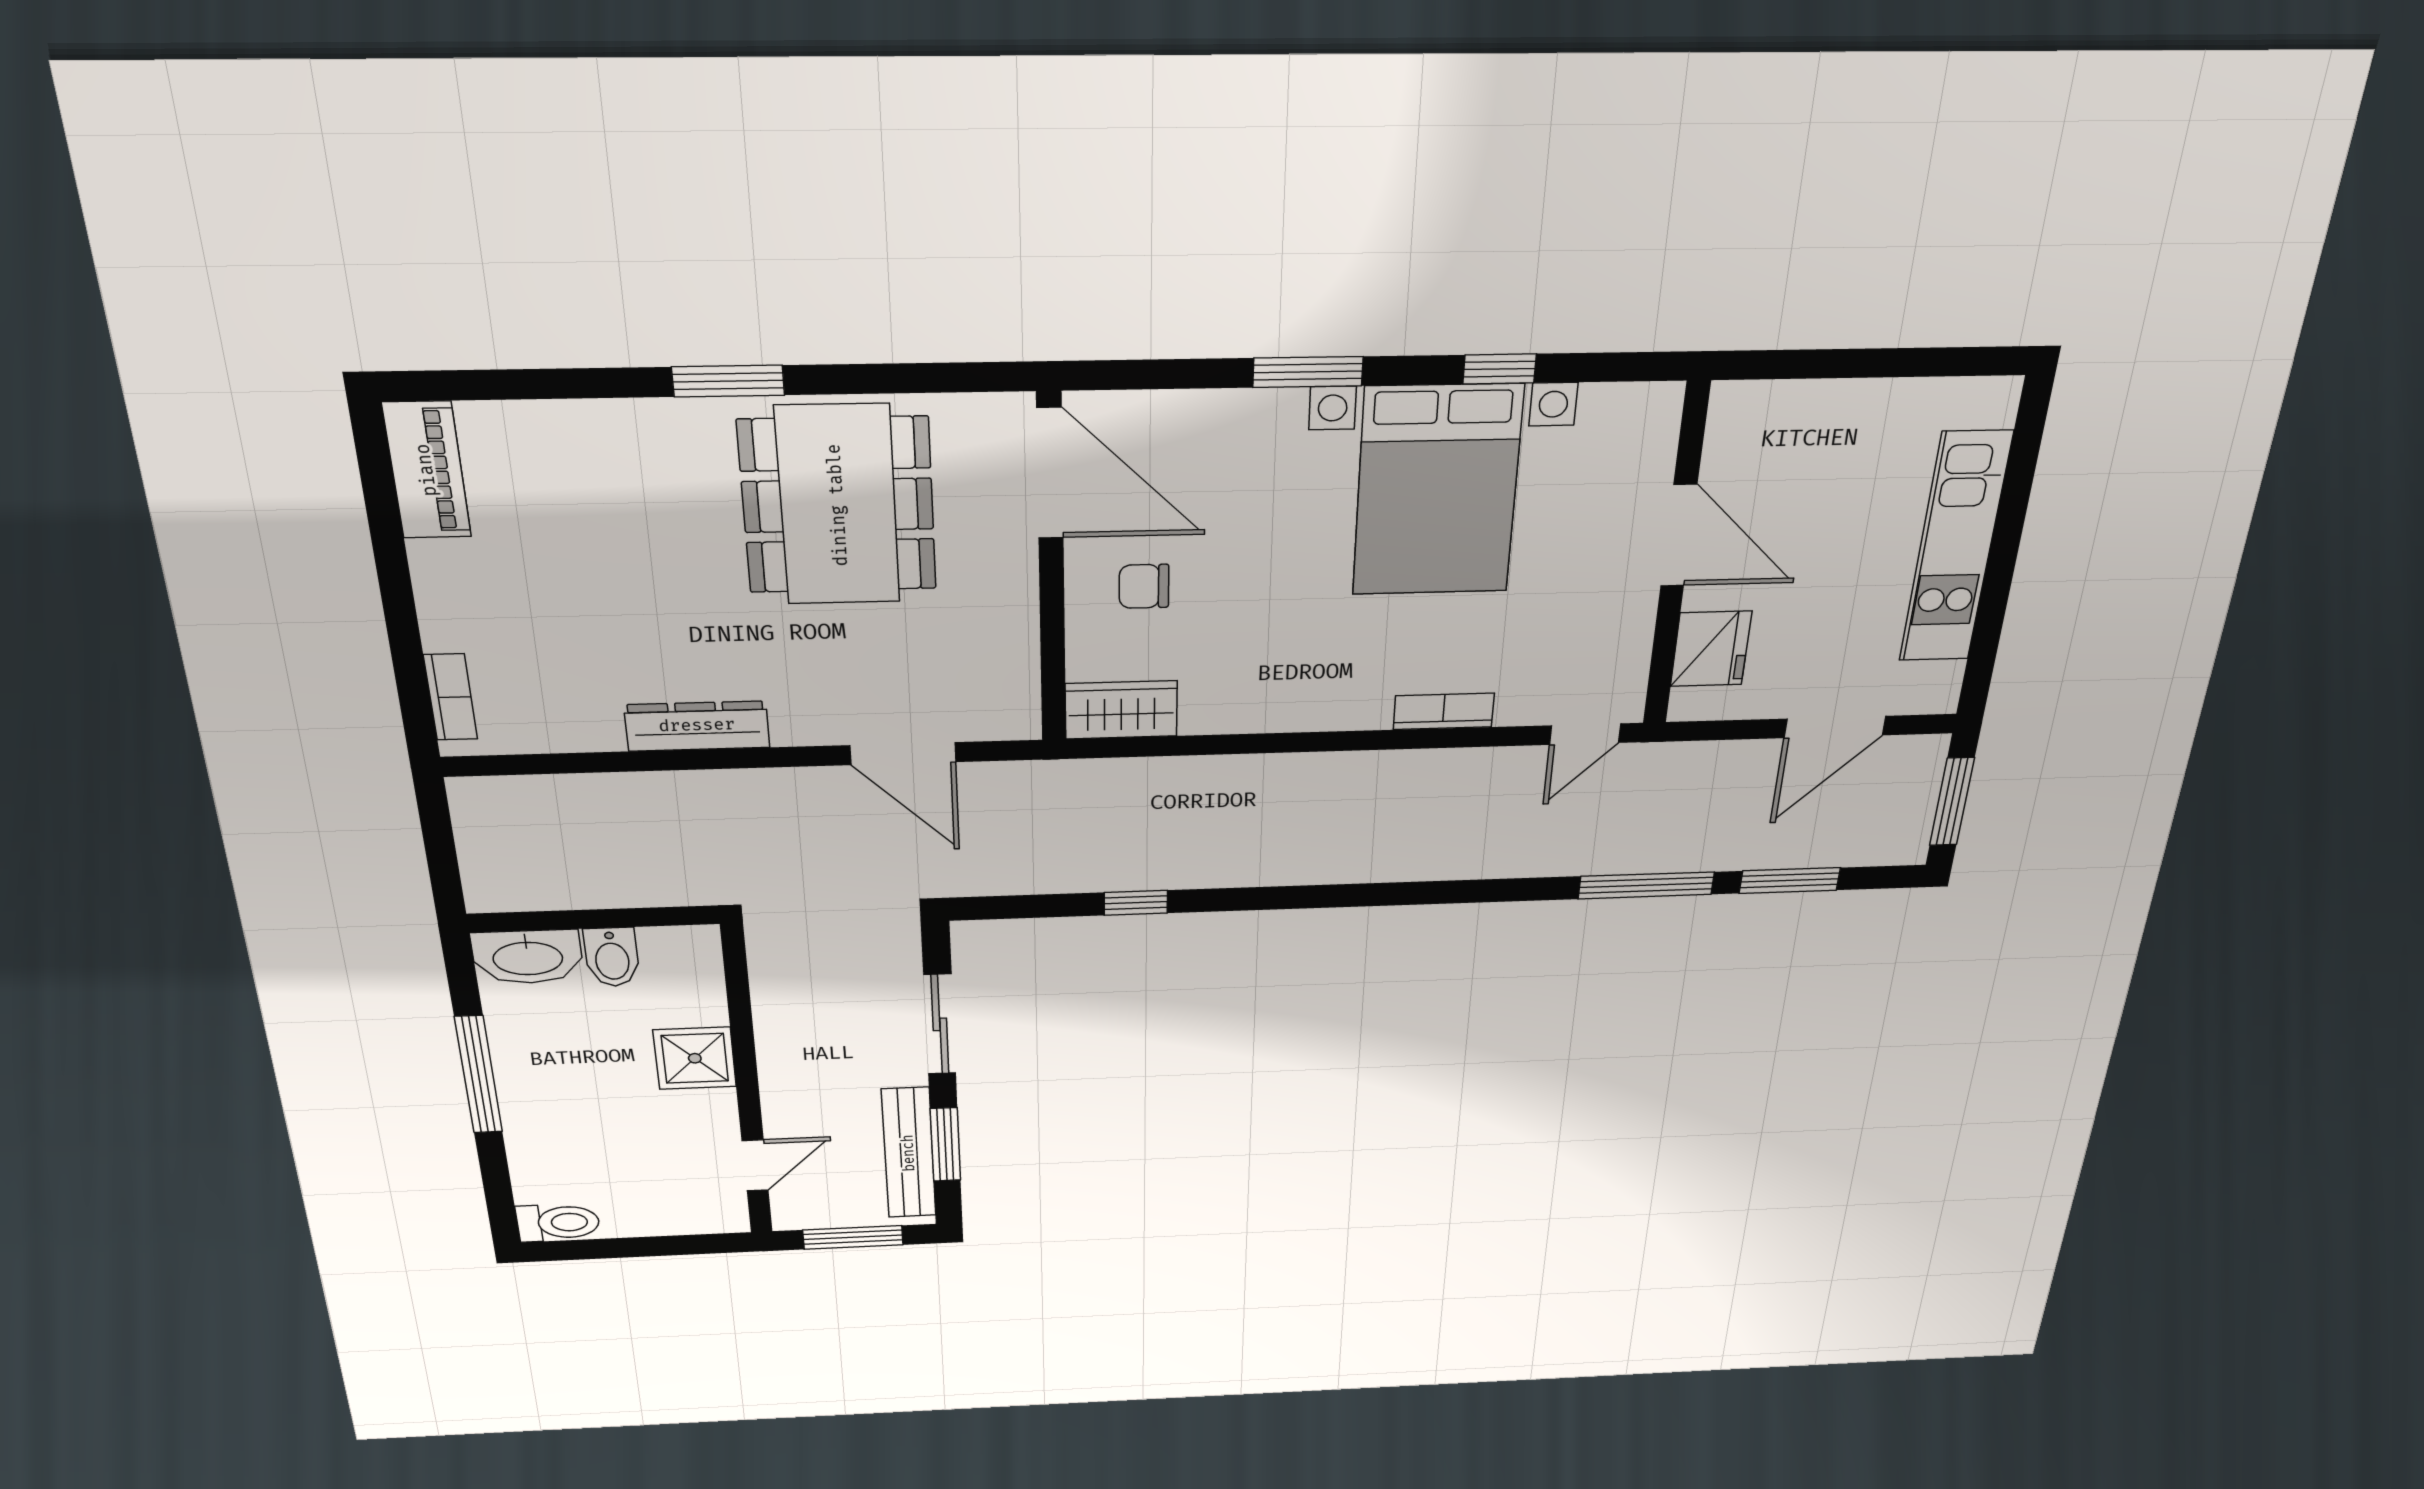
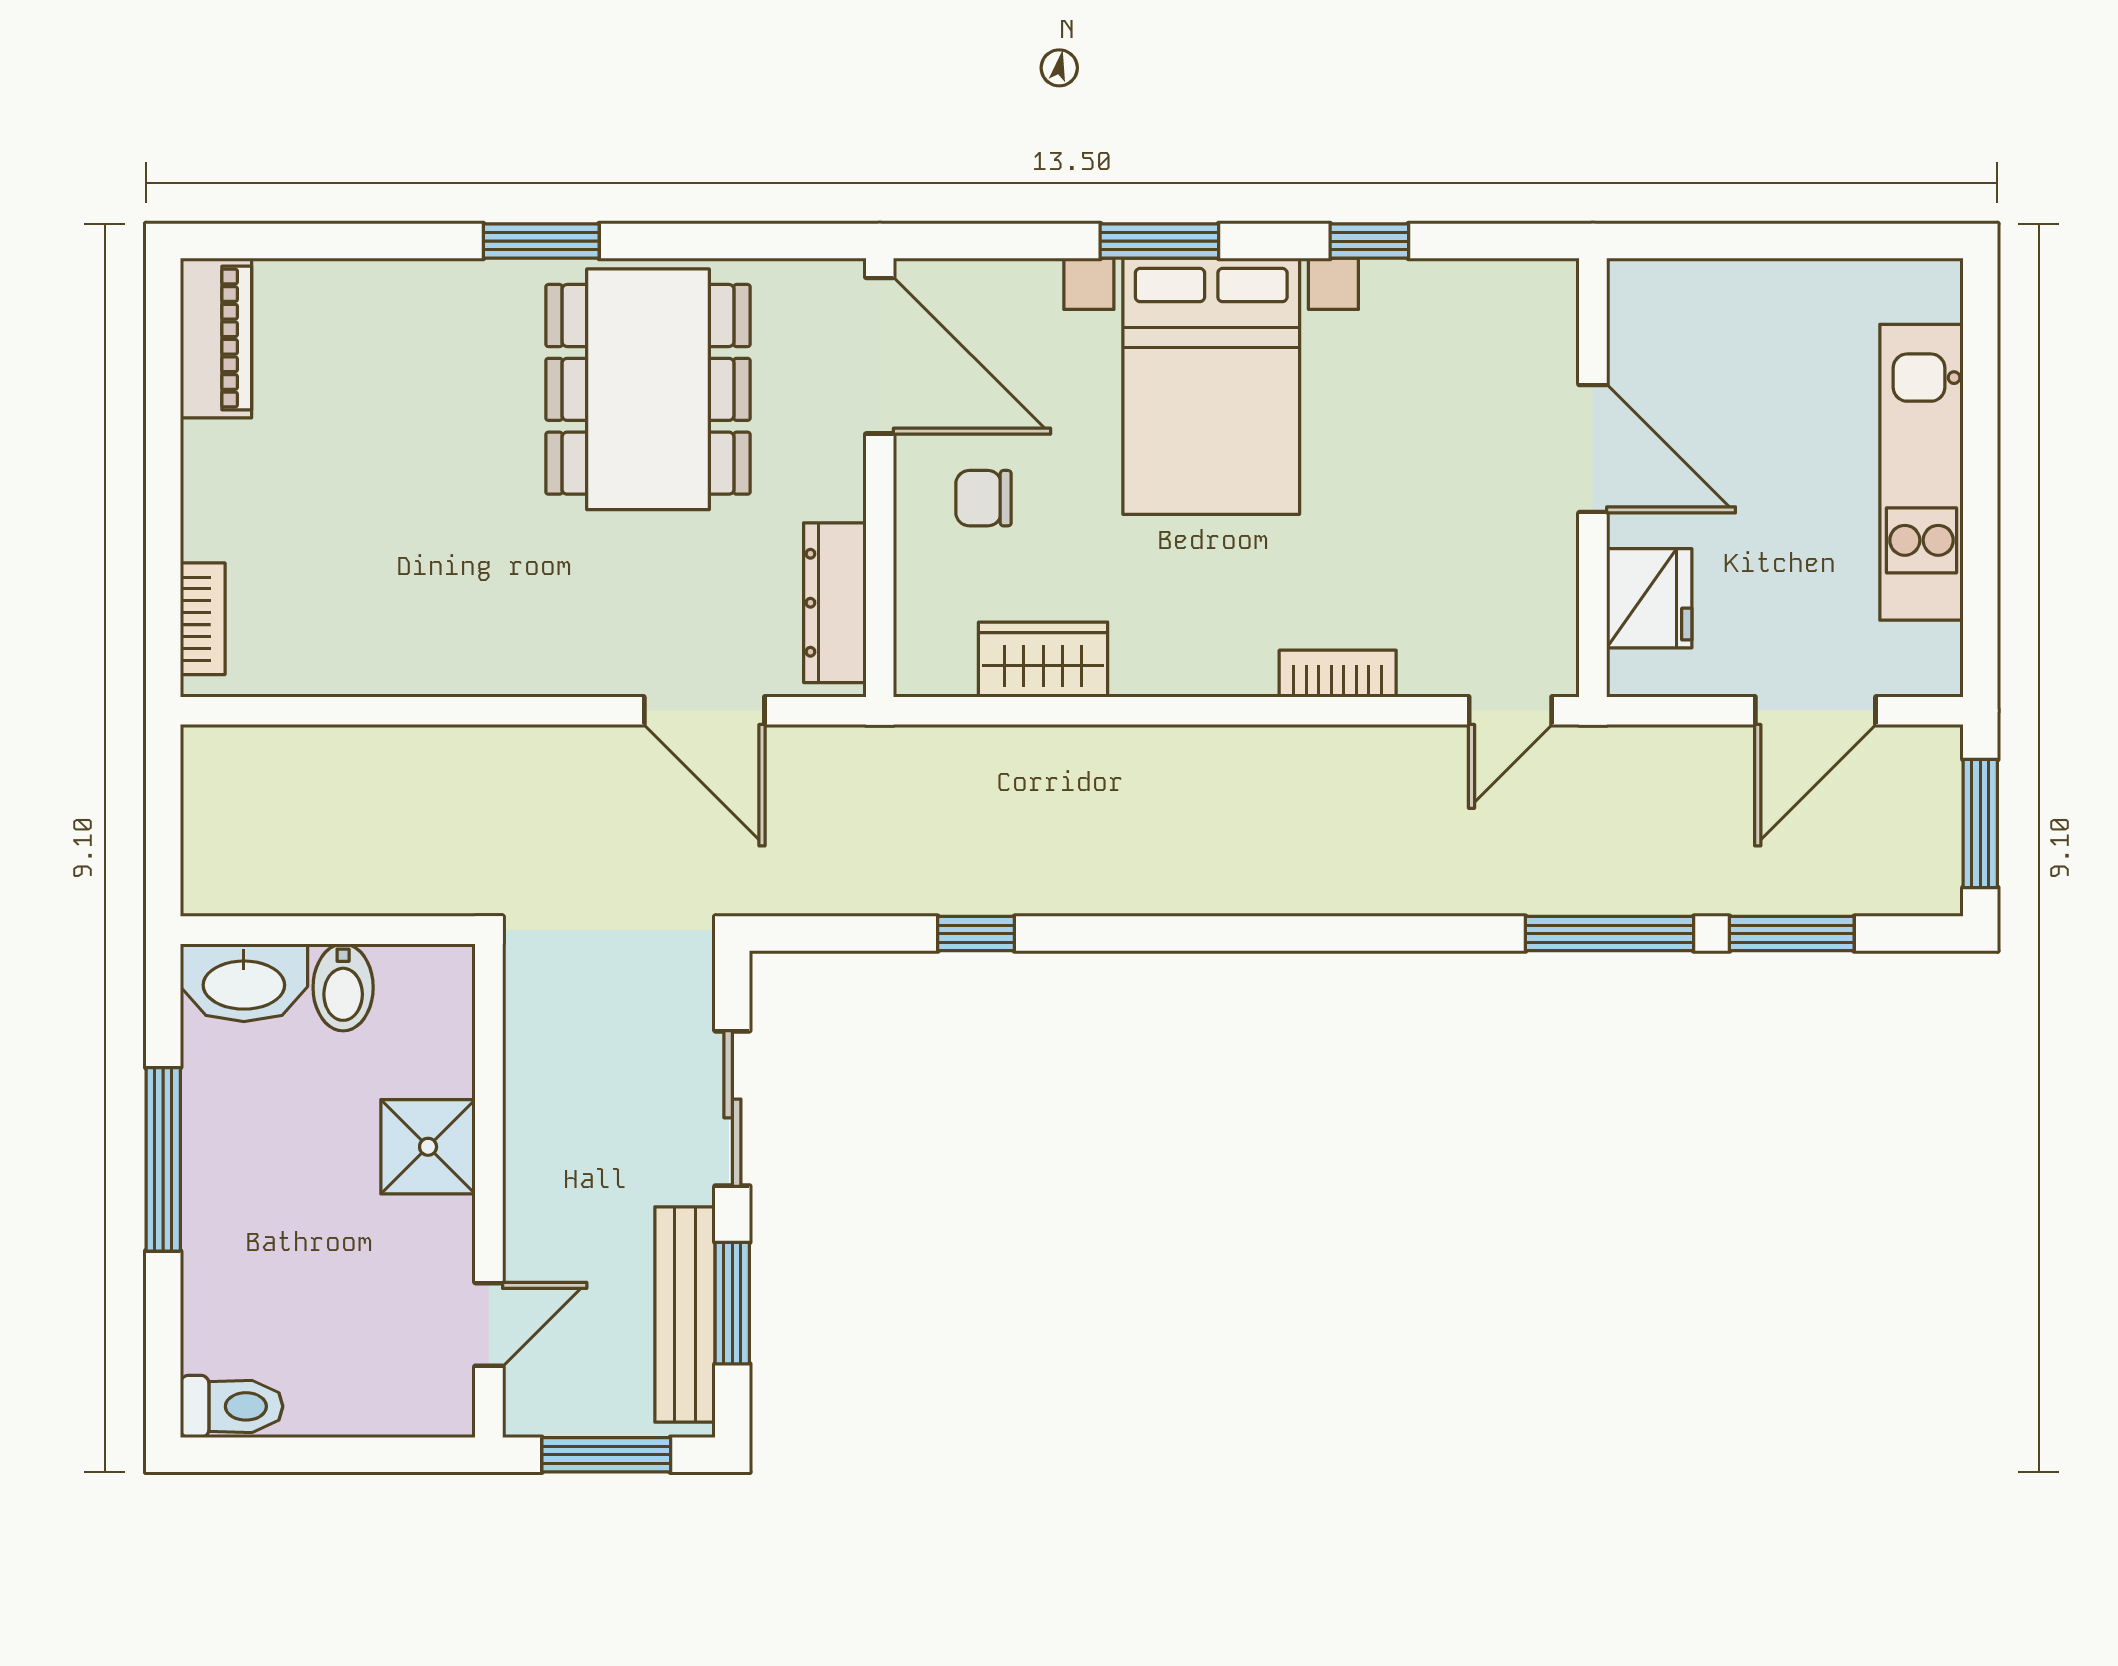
bed with nightstands: (1437, 491) -> (1211, 386), moved
wardrobe: (1121, 710) -> (1043, 660), moved
dresser: (697, 726) -> (835, 603), moved, turned -90

